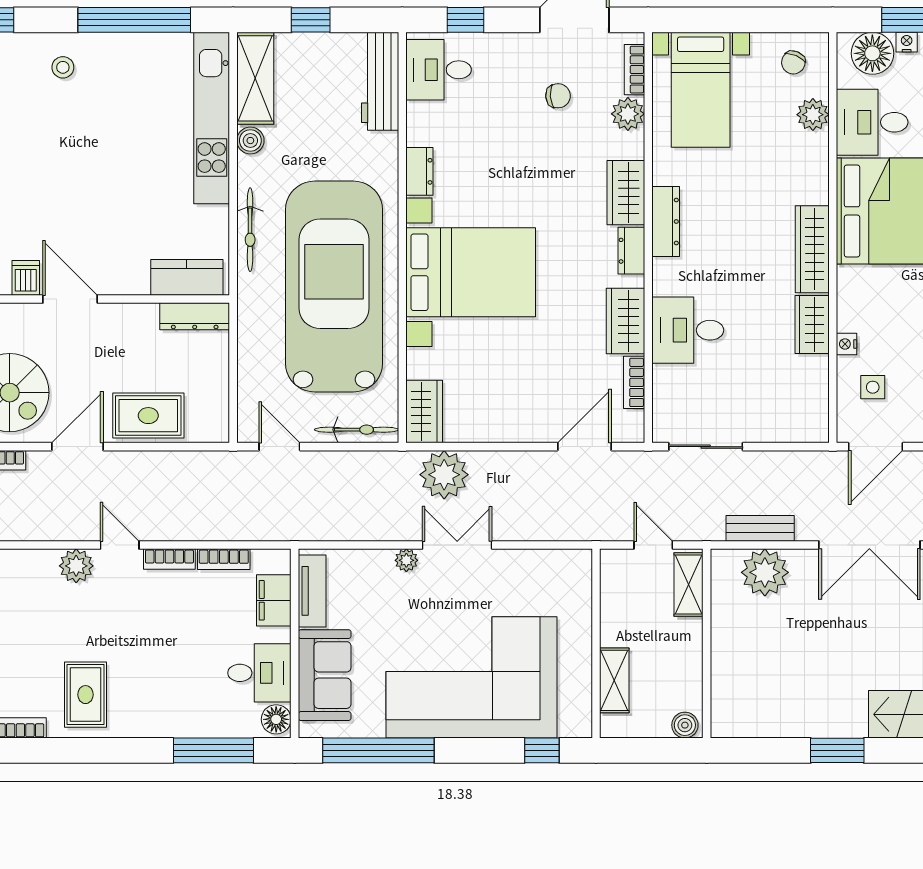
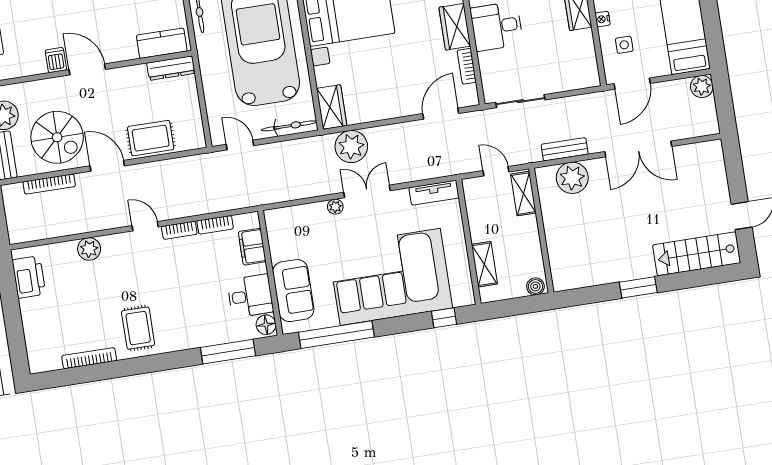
door: (77, 447) -> (107, 166), hinge flipped
plant: (76, 566) -> (89, 249), moved
tv unit: (312, 591) -> (434, 193), moved, turned 90

